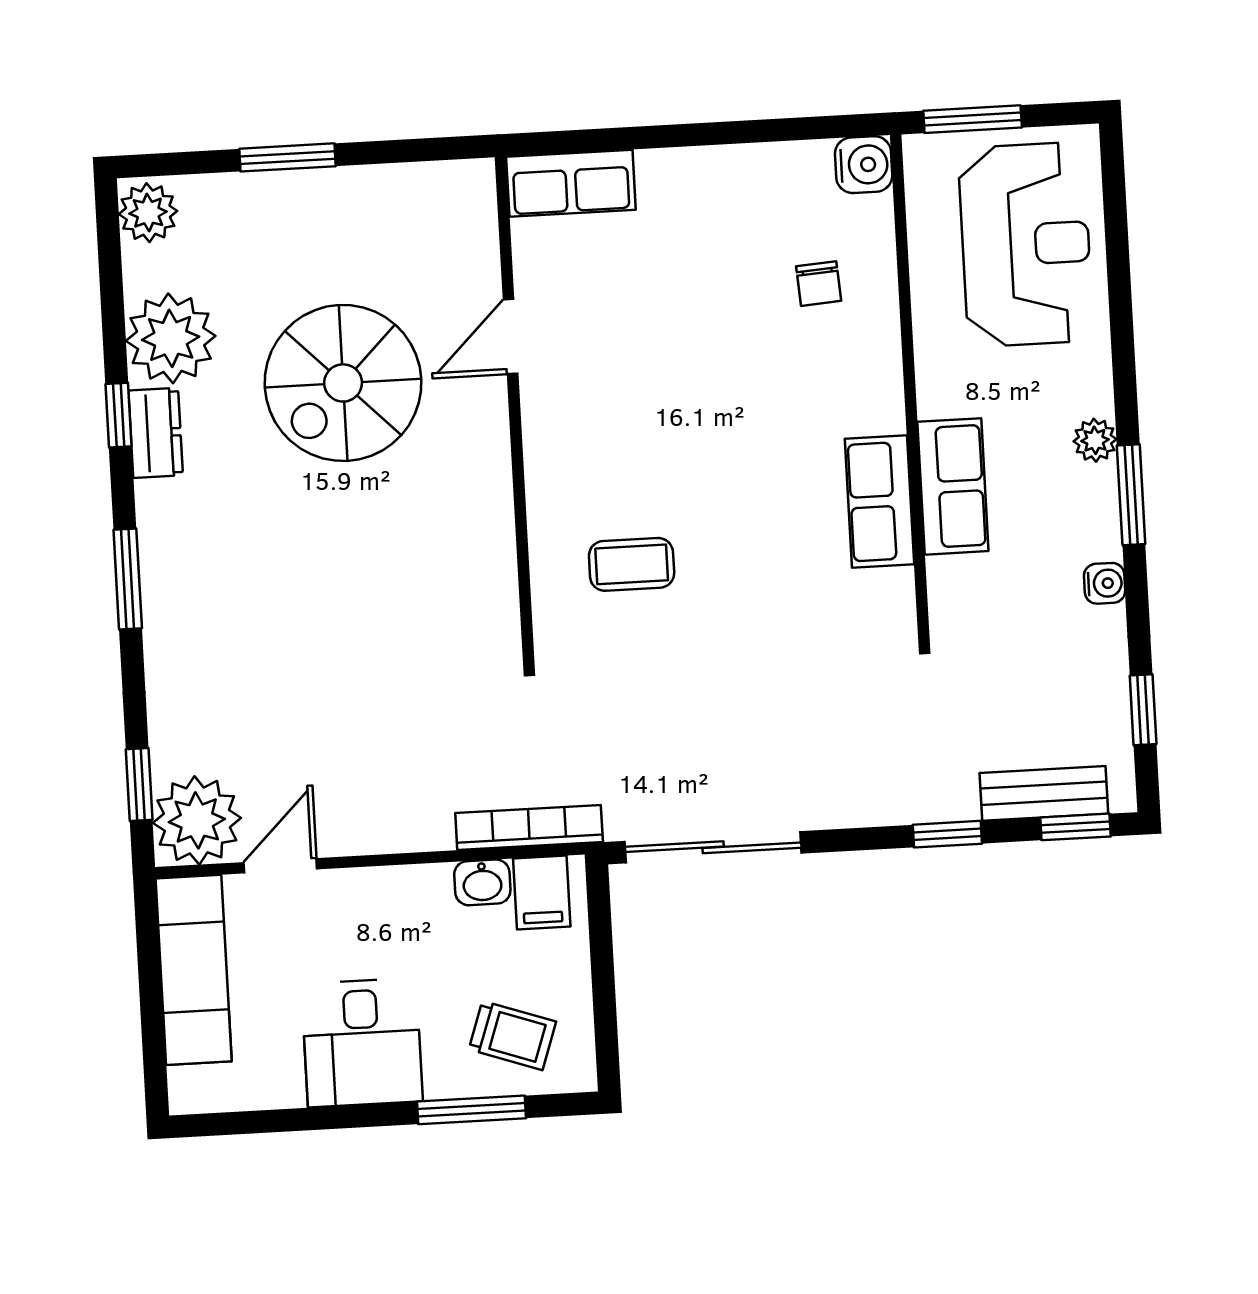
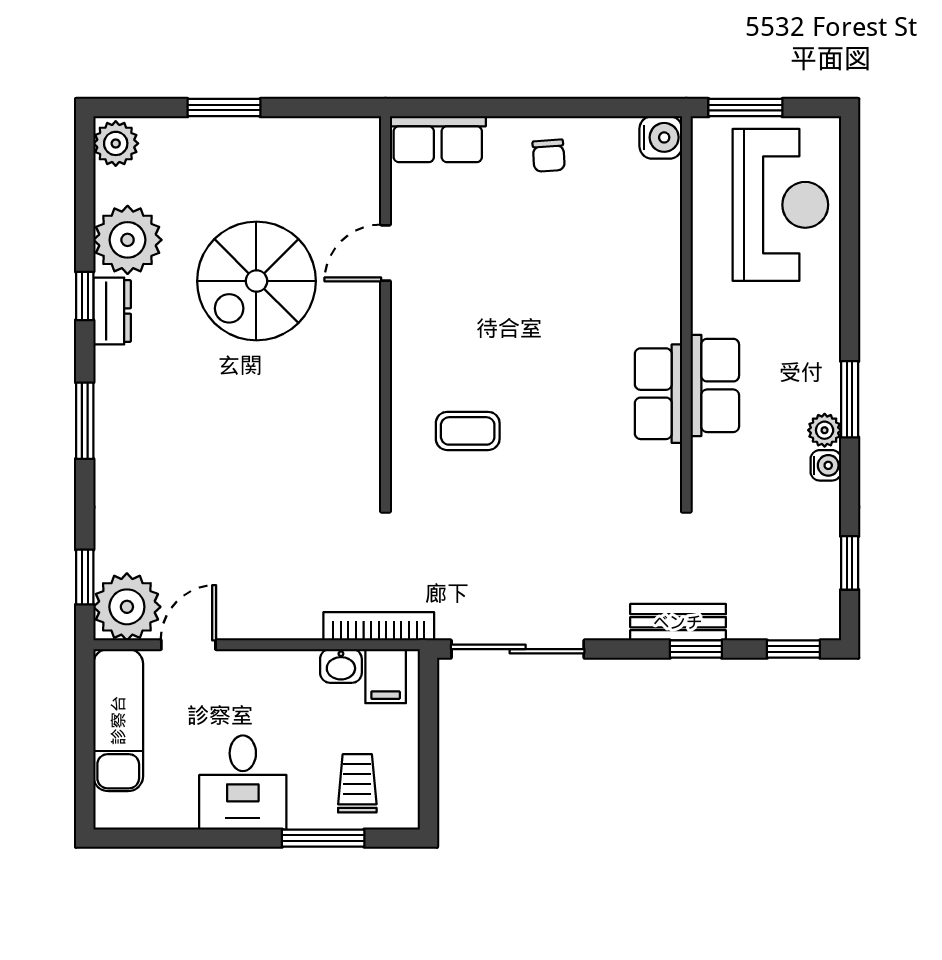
chair: (819, 284) -> (549, 156), moved
plant: (1095, 440) -> (825, 430), moved
bench: (1044, 793) -> (678, 622), moved
trolley: (512, 1035) -> (357, 783), turned -109

